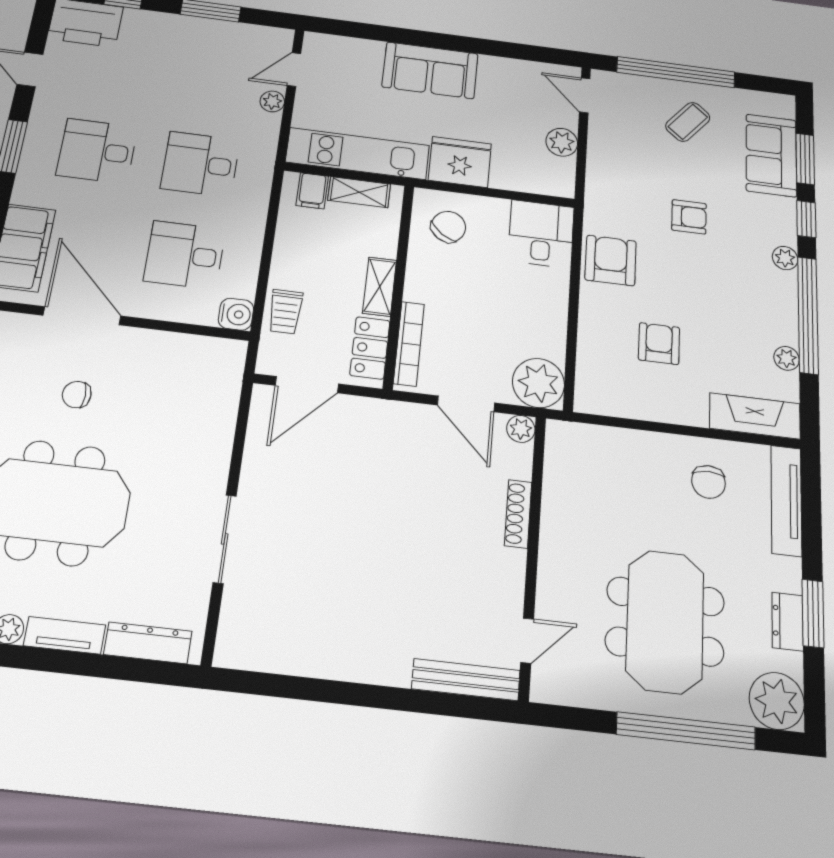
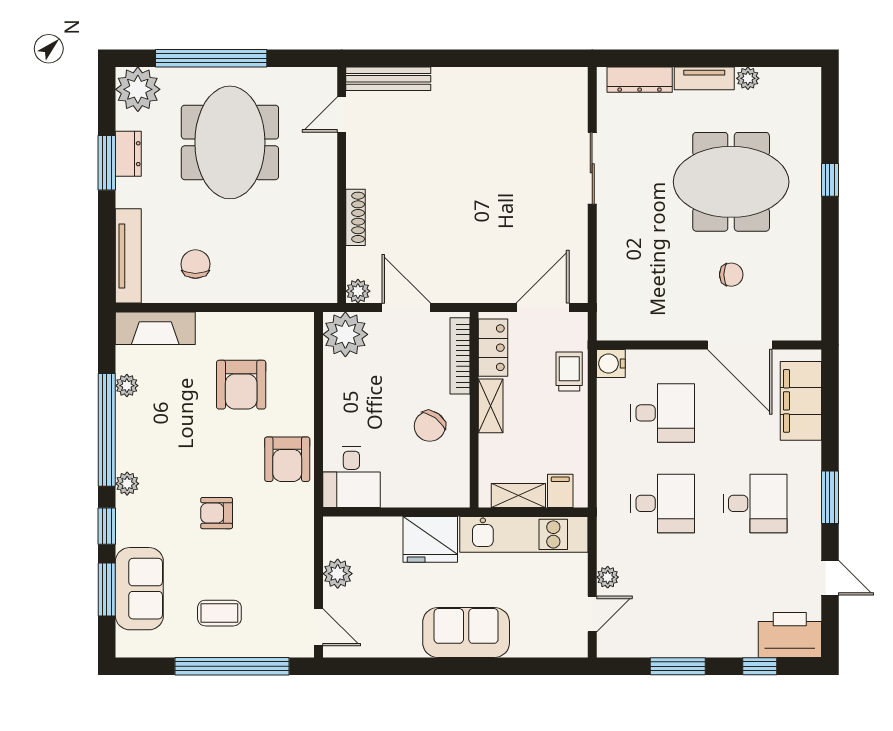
coffee table: (688, 122) -> (219, 613), turned 50
chair: (448, 227) -> (430, 426), moved
armchair: (659, 344) -> (241, 385), width x1.38, depth x1.38

